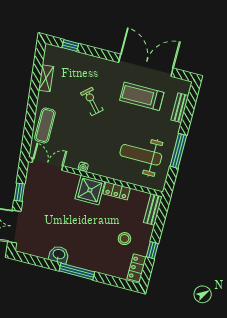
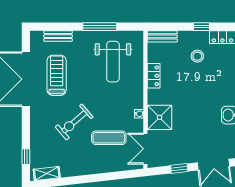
shelving: (46, 78) -> (47, 174), moved
treadmill: (142, 96) -> (57, 75), turned 180
exercise bike: (92, 101) -> (74, 122), width x1.38, depth x1.39
exercise mat: (45, 125) -> (109, 138), moved
shower: (90, 190) -> (160, 117), moved

